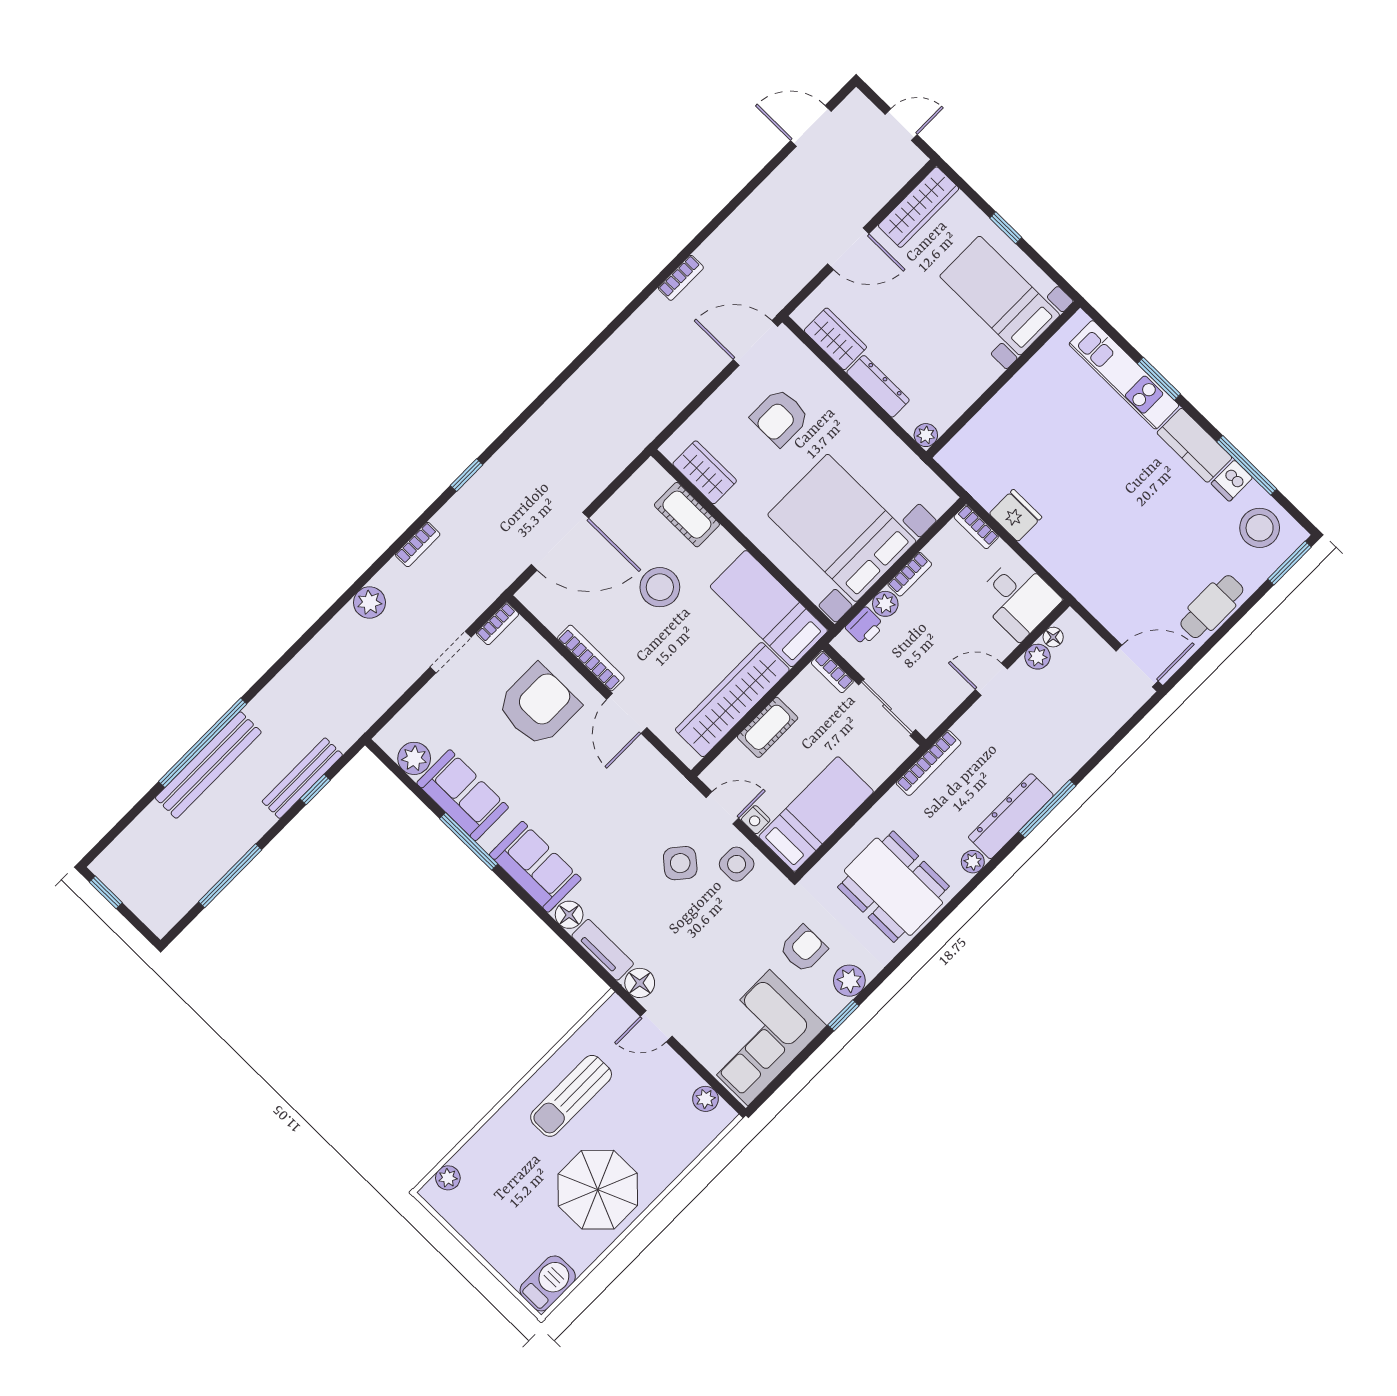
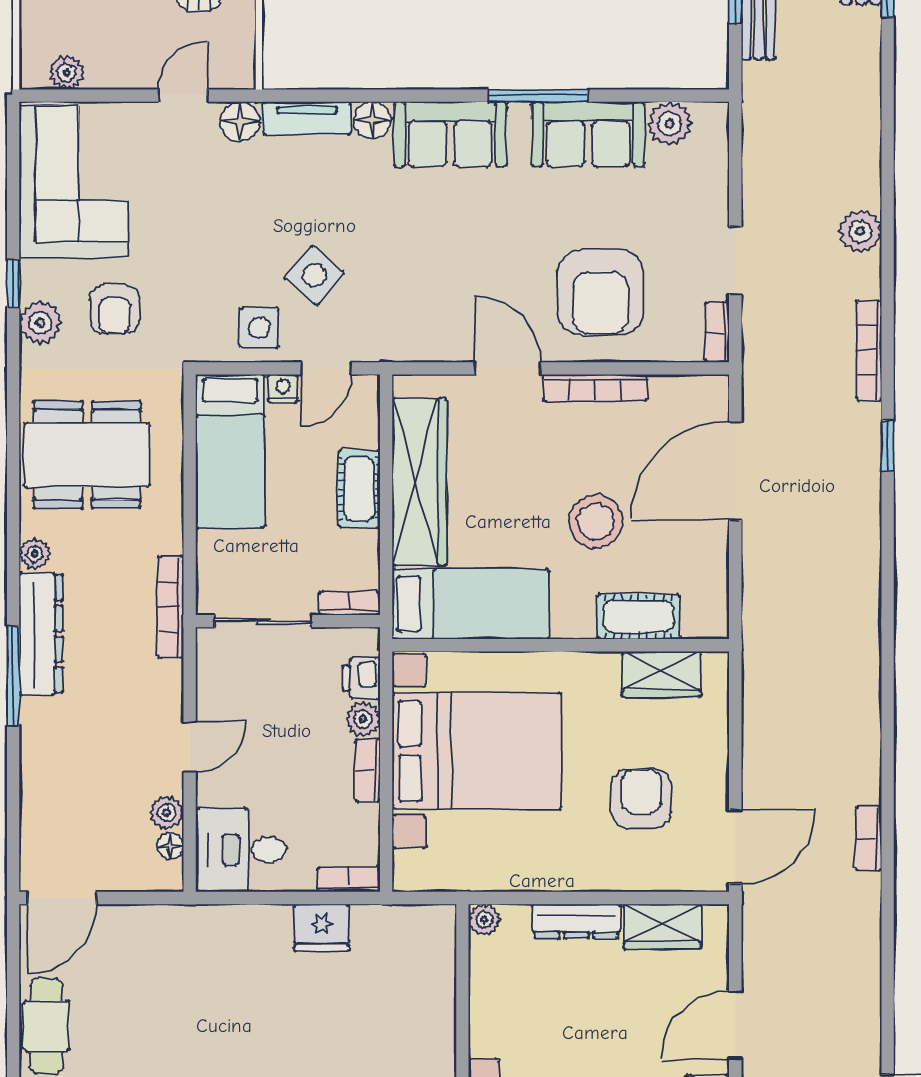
bookcase: (418, 545) -> (869, 351), width x1.56

